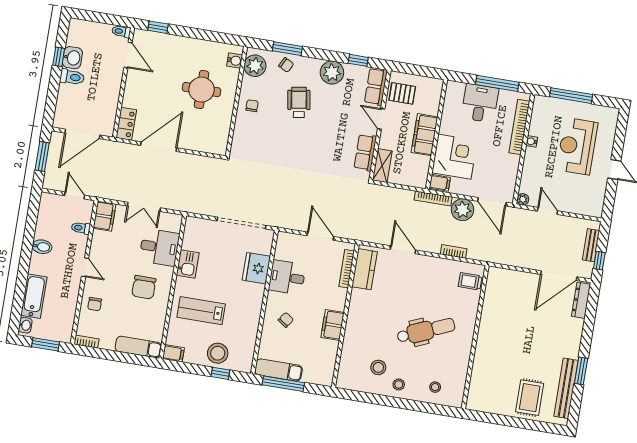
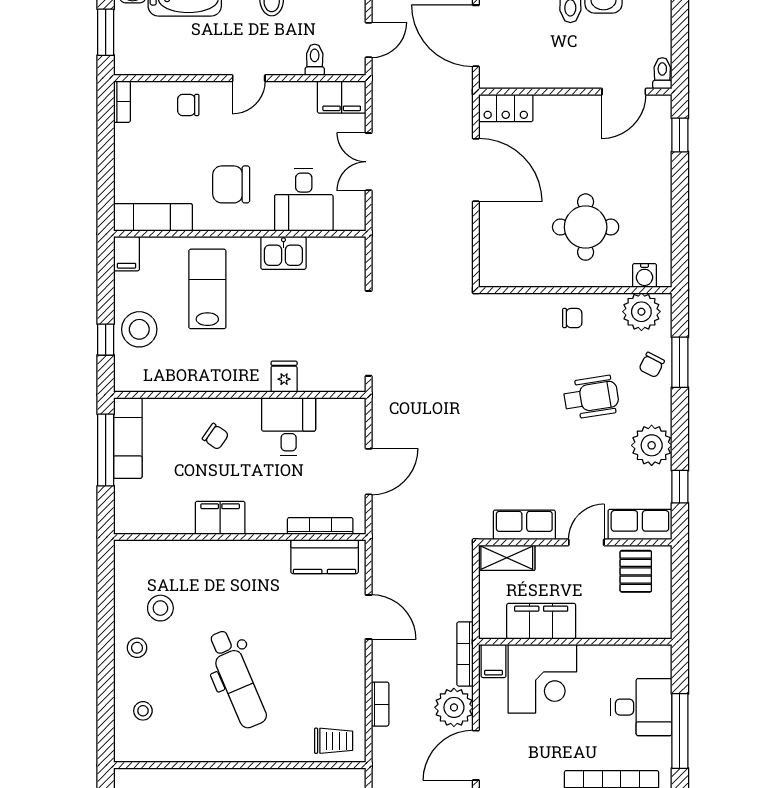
filing cabinet: (425, 135) -> (541, 621), moved
door: (403, 250) -> (369, 617), hinge flipped
fridge: (256, 268) -> (284, 377), width x0.53, depth x0.75
trolley: (470, 281) -> (334, 741), turned 90
exam couch: (138, 347) -> (153, 217), moved, turned -90

